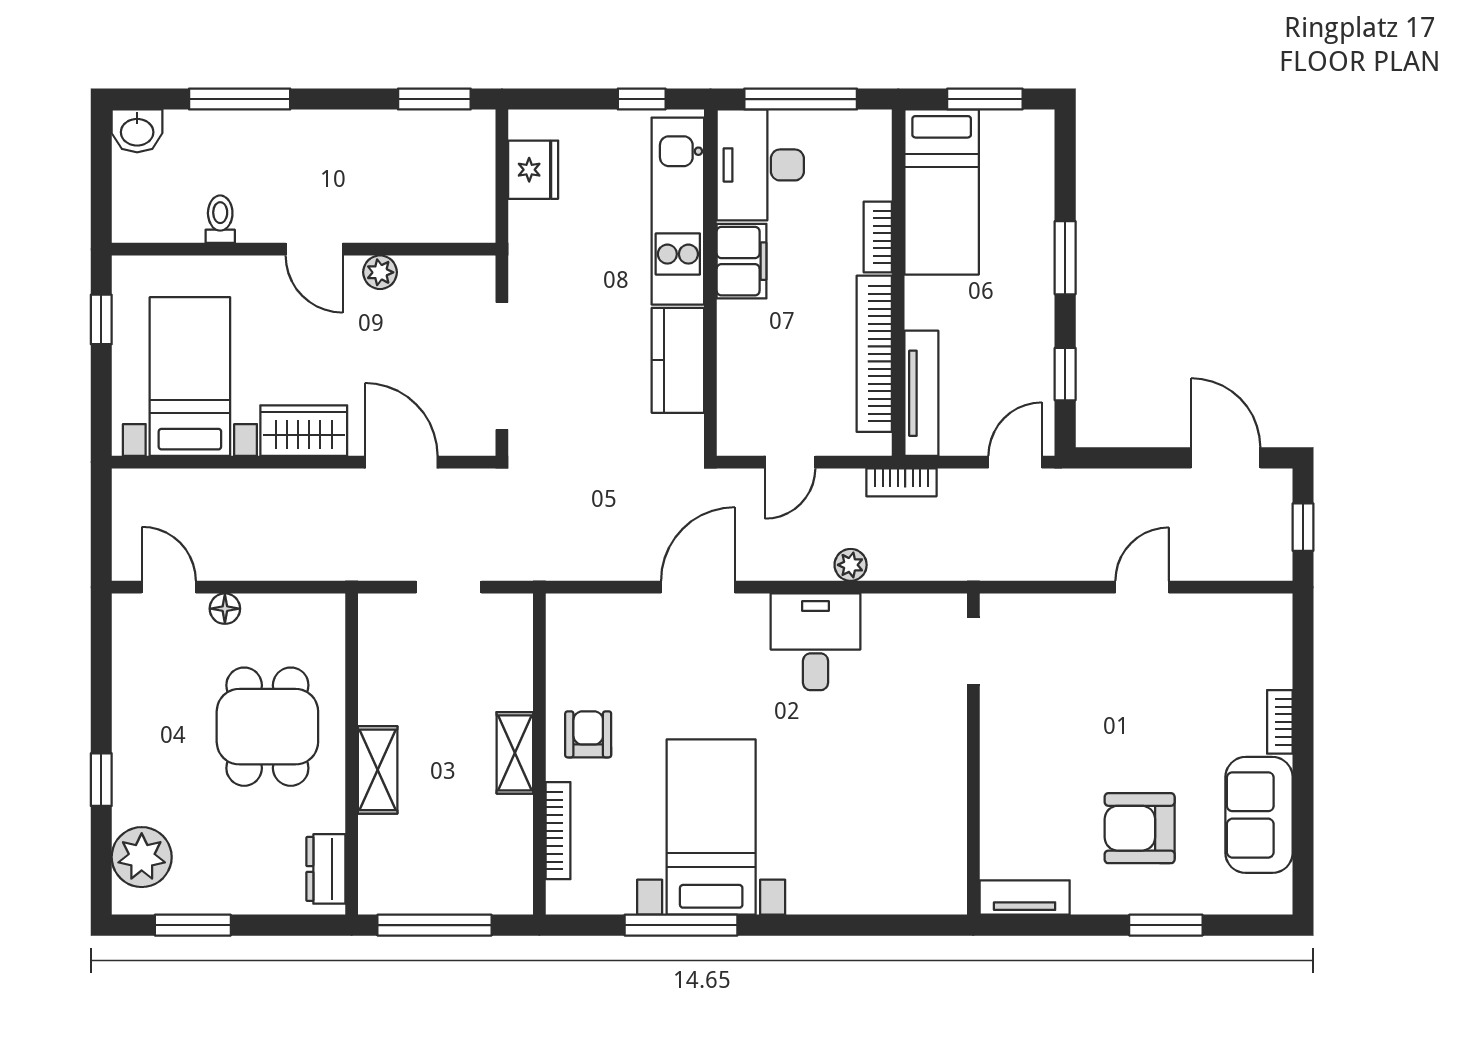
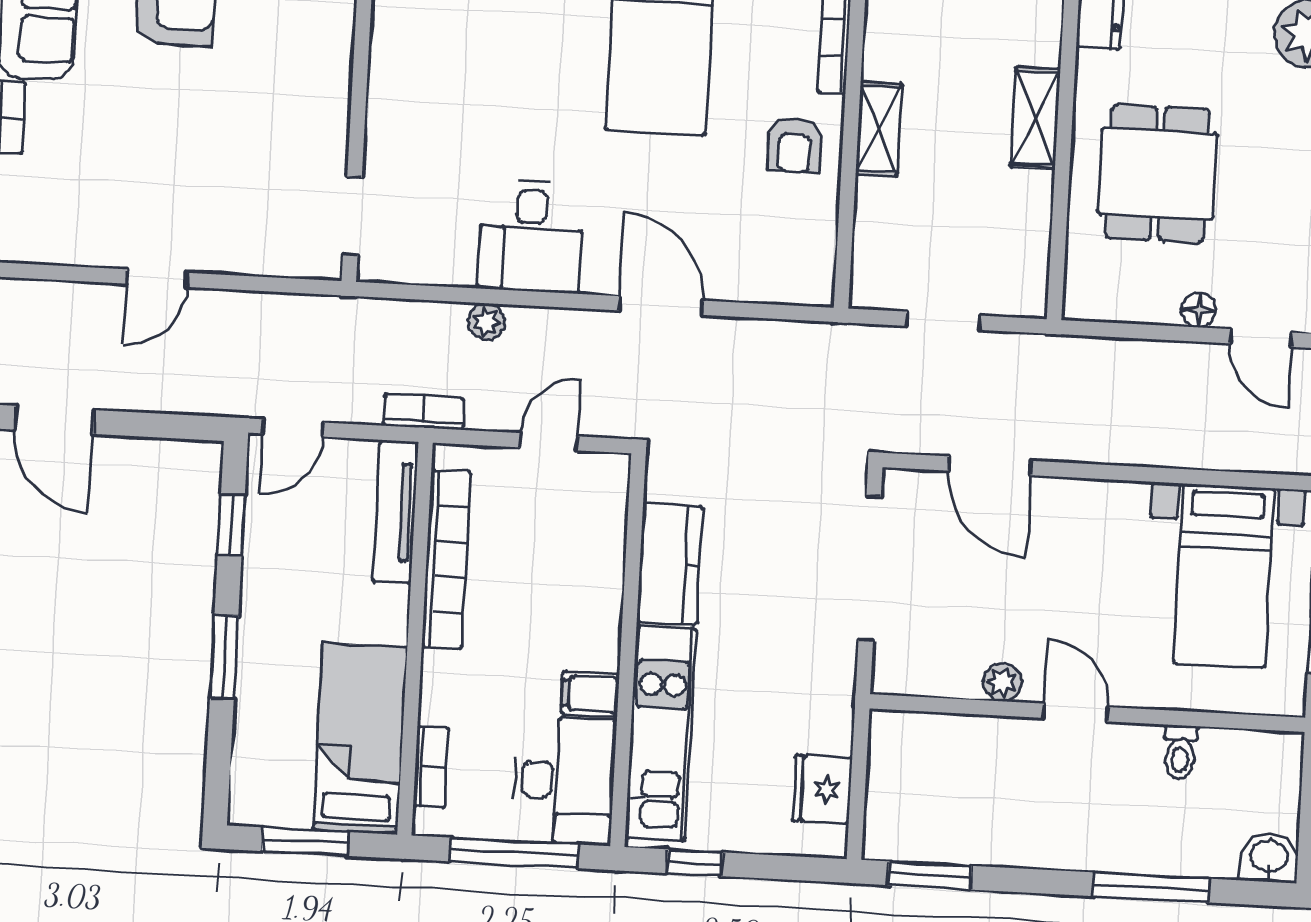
bookcase: (878, 237) -> (431, 767), moved
filing cabinet: (742, 261) -> (590, 694), width x0.50
wardrobe: (304, 431) -> (1098, 507), removed
door: (698, 587) -> (661, 306), swing flipped

